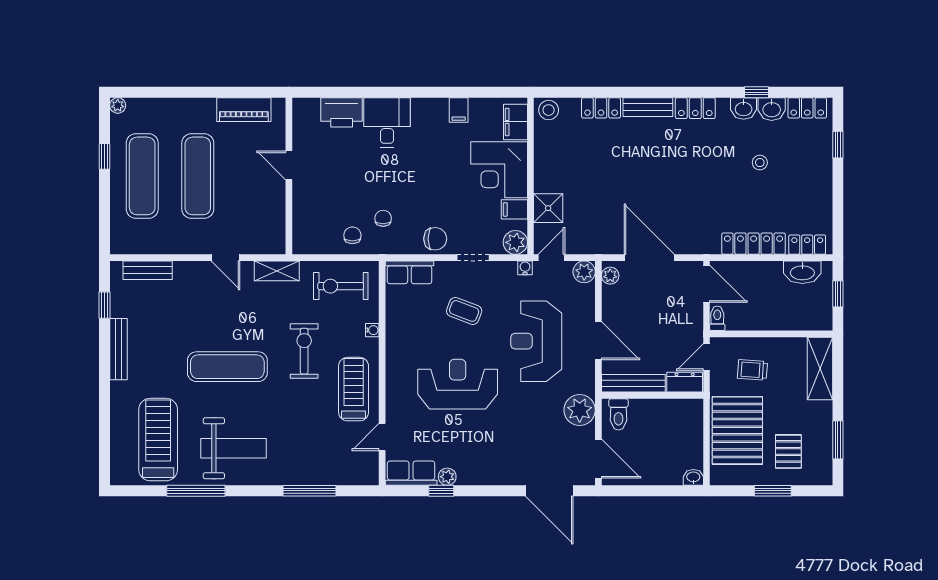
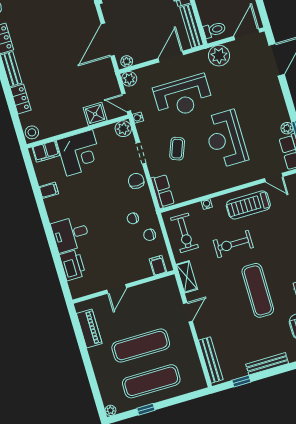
filing cabinet: (514, 209) -> (158, 265), moved, turned 180
bench: (148, 270) -> (211, 360), width x1.36

